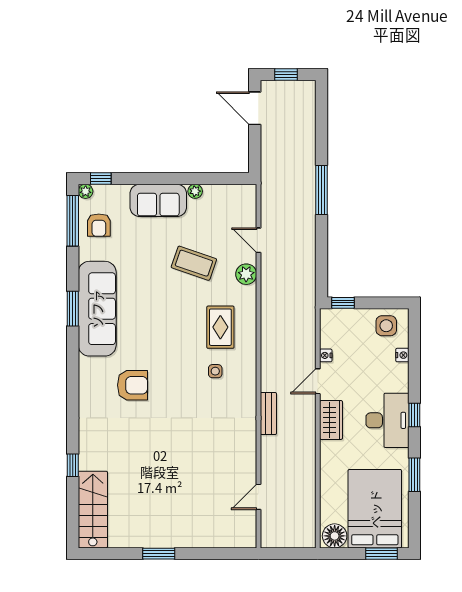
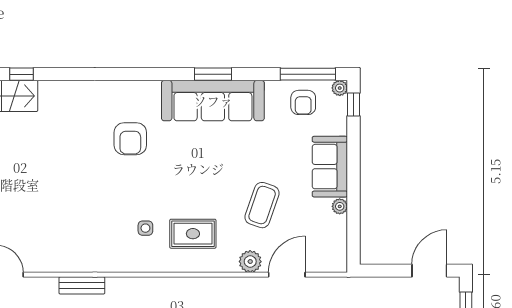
armchair: (99, 225) -> (303, 102), turned -90
door: (258, 240) -> (287, 275), width x1.38
bench: (268, 413) -> (82, 285), moved
window: (73, 465) -> (22, 74), moved

